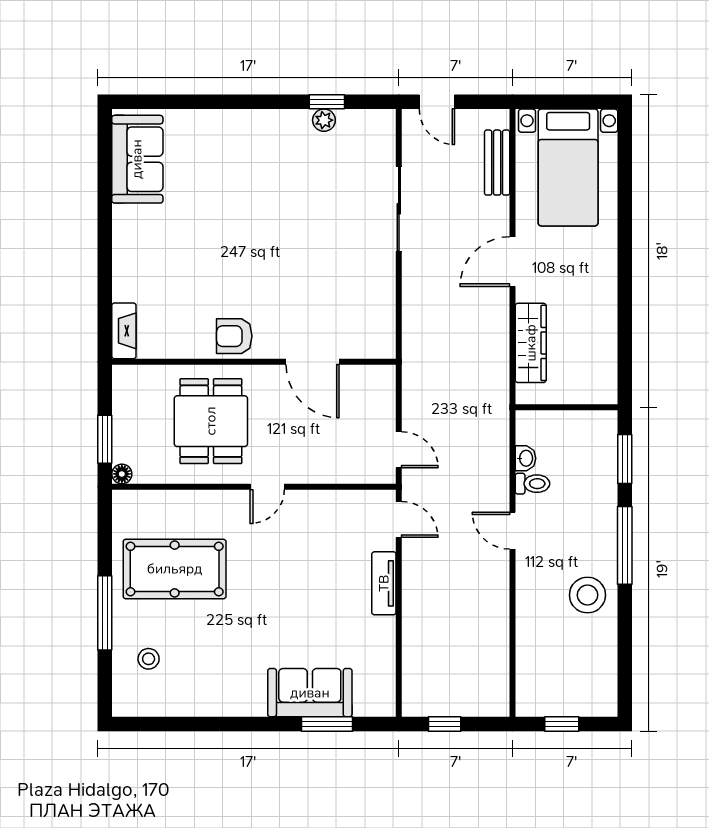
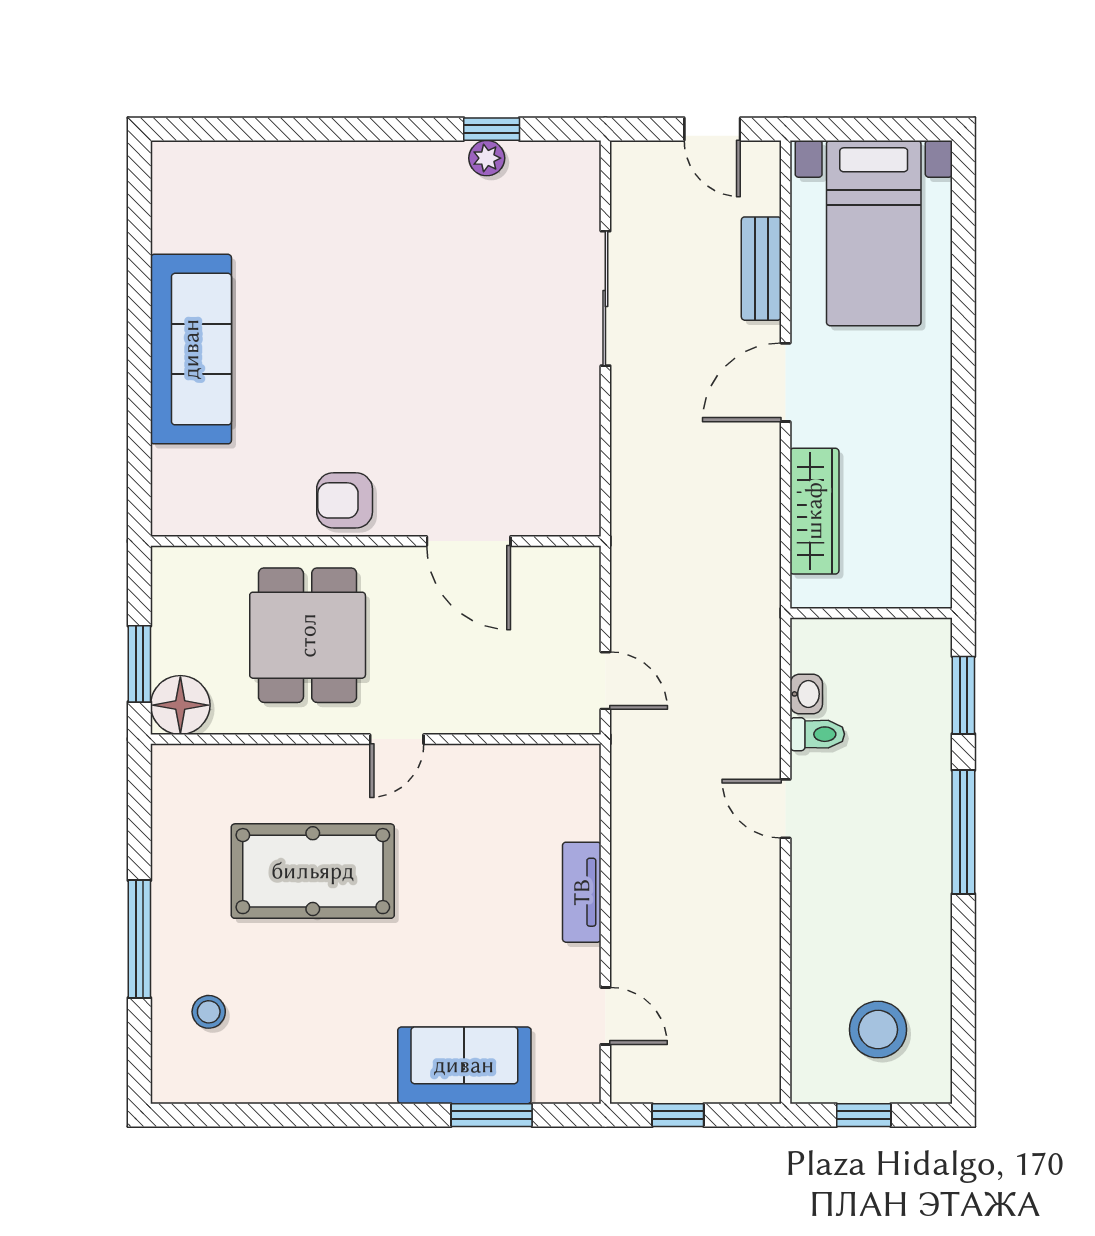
door: (437, 102) -> (712, 129), moved
sofa: (137, 159) -> (191, 349), moved, width x1.36
bench: (497, 163) -> (761, 269), moved
fireplace: (124, 331) -> (170, 492), removed
floor lamp: (122, 474) -> (180, 705), width x1.89, depth x1.89
door: (399, 519) -> (605, 1016), moved
pool table: (175, 569) -> (313, 871), moved
stool: (587, 595) -> (878, 1030), moved

